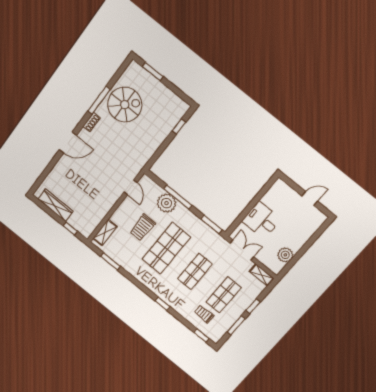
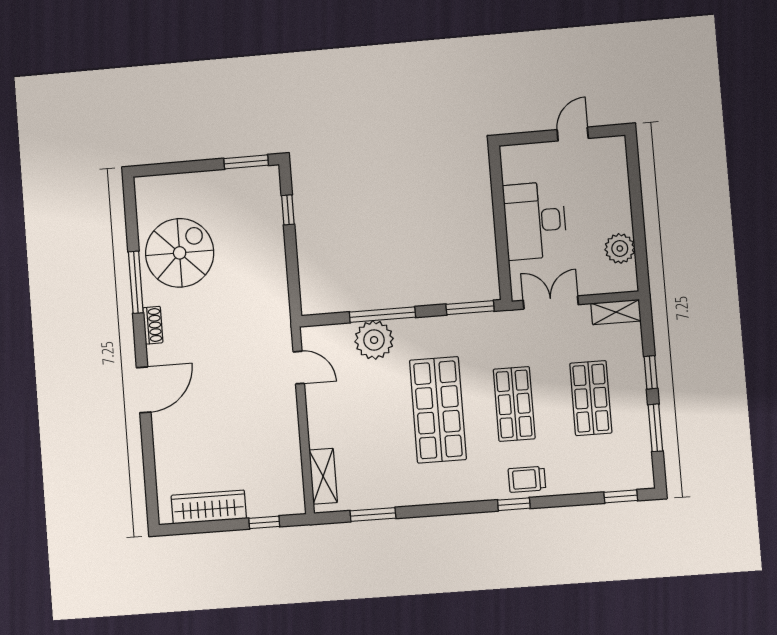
window: (153, 72) -> (246, 162), moved
desk: (262, 220) -> (535, 221), width x1.37
trolley: (143, 228) -> (373, 412), removed
trolley: (204, 314) -> (527, 479), moved

